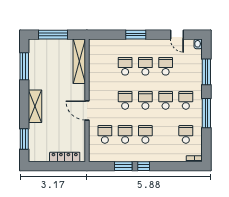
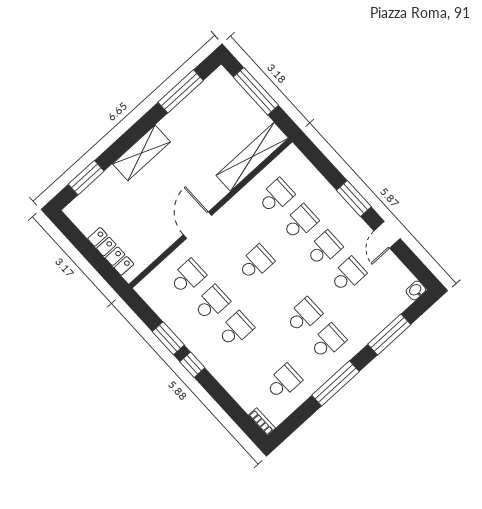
door: (177, 35) -> (387, 235), moved
school desk: (145, 100) -> (276, 196), moved

